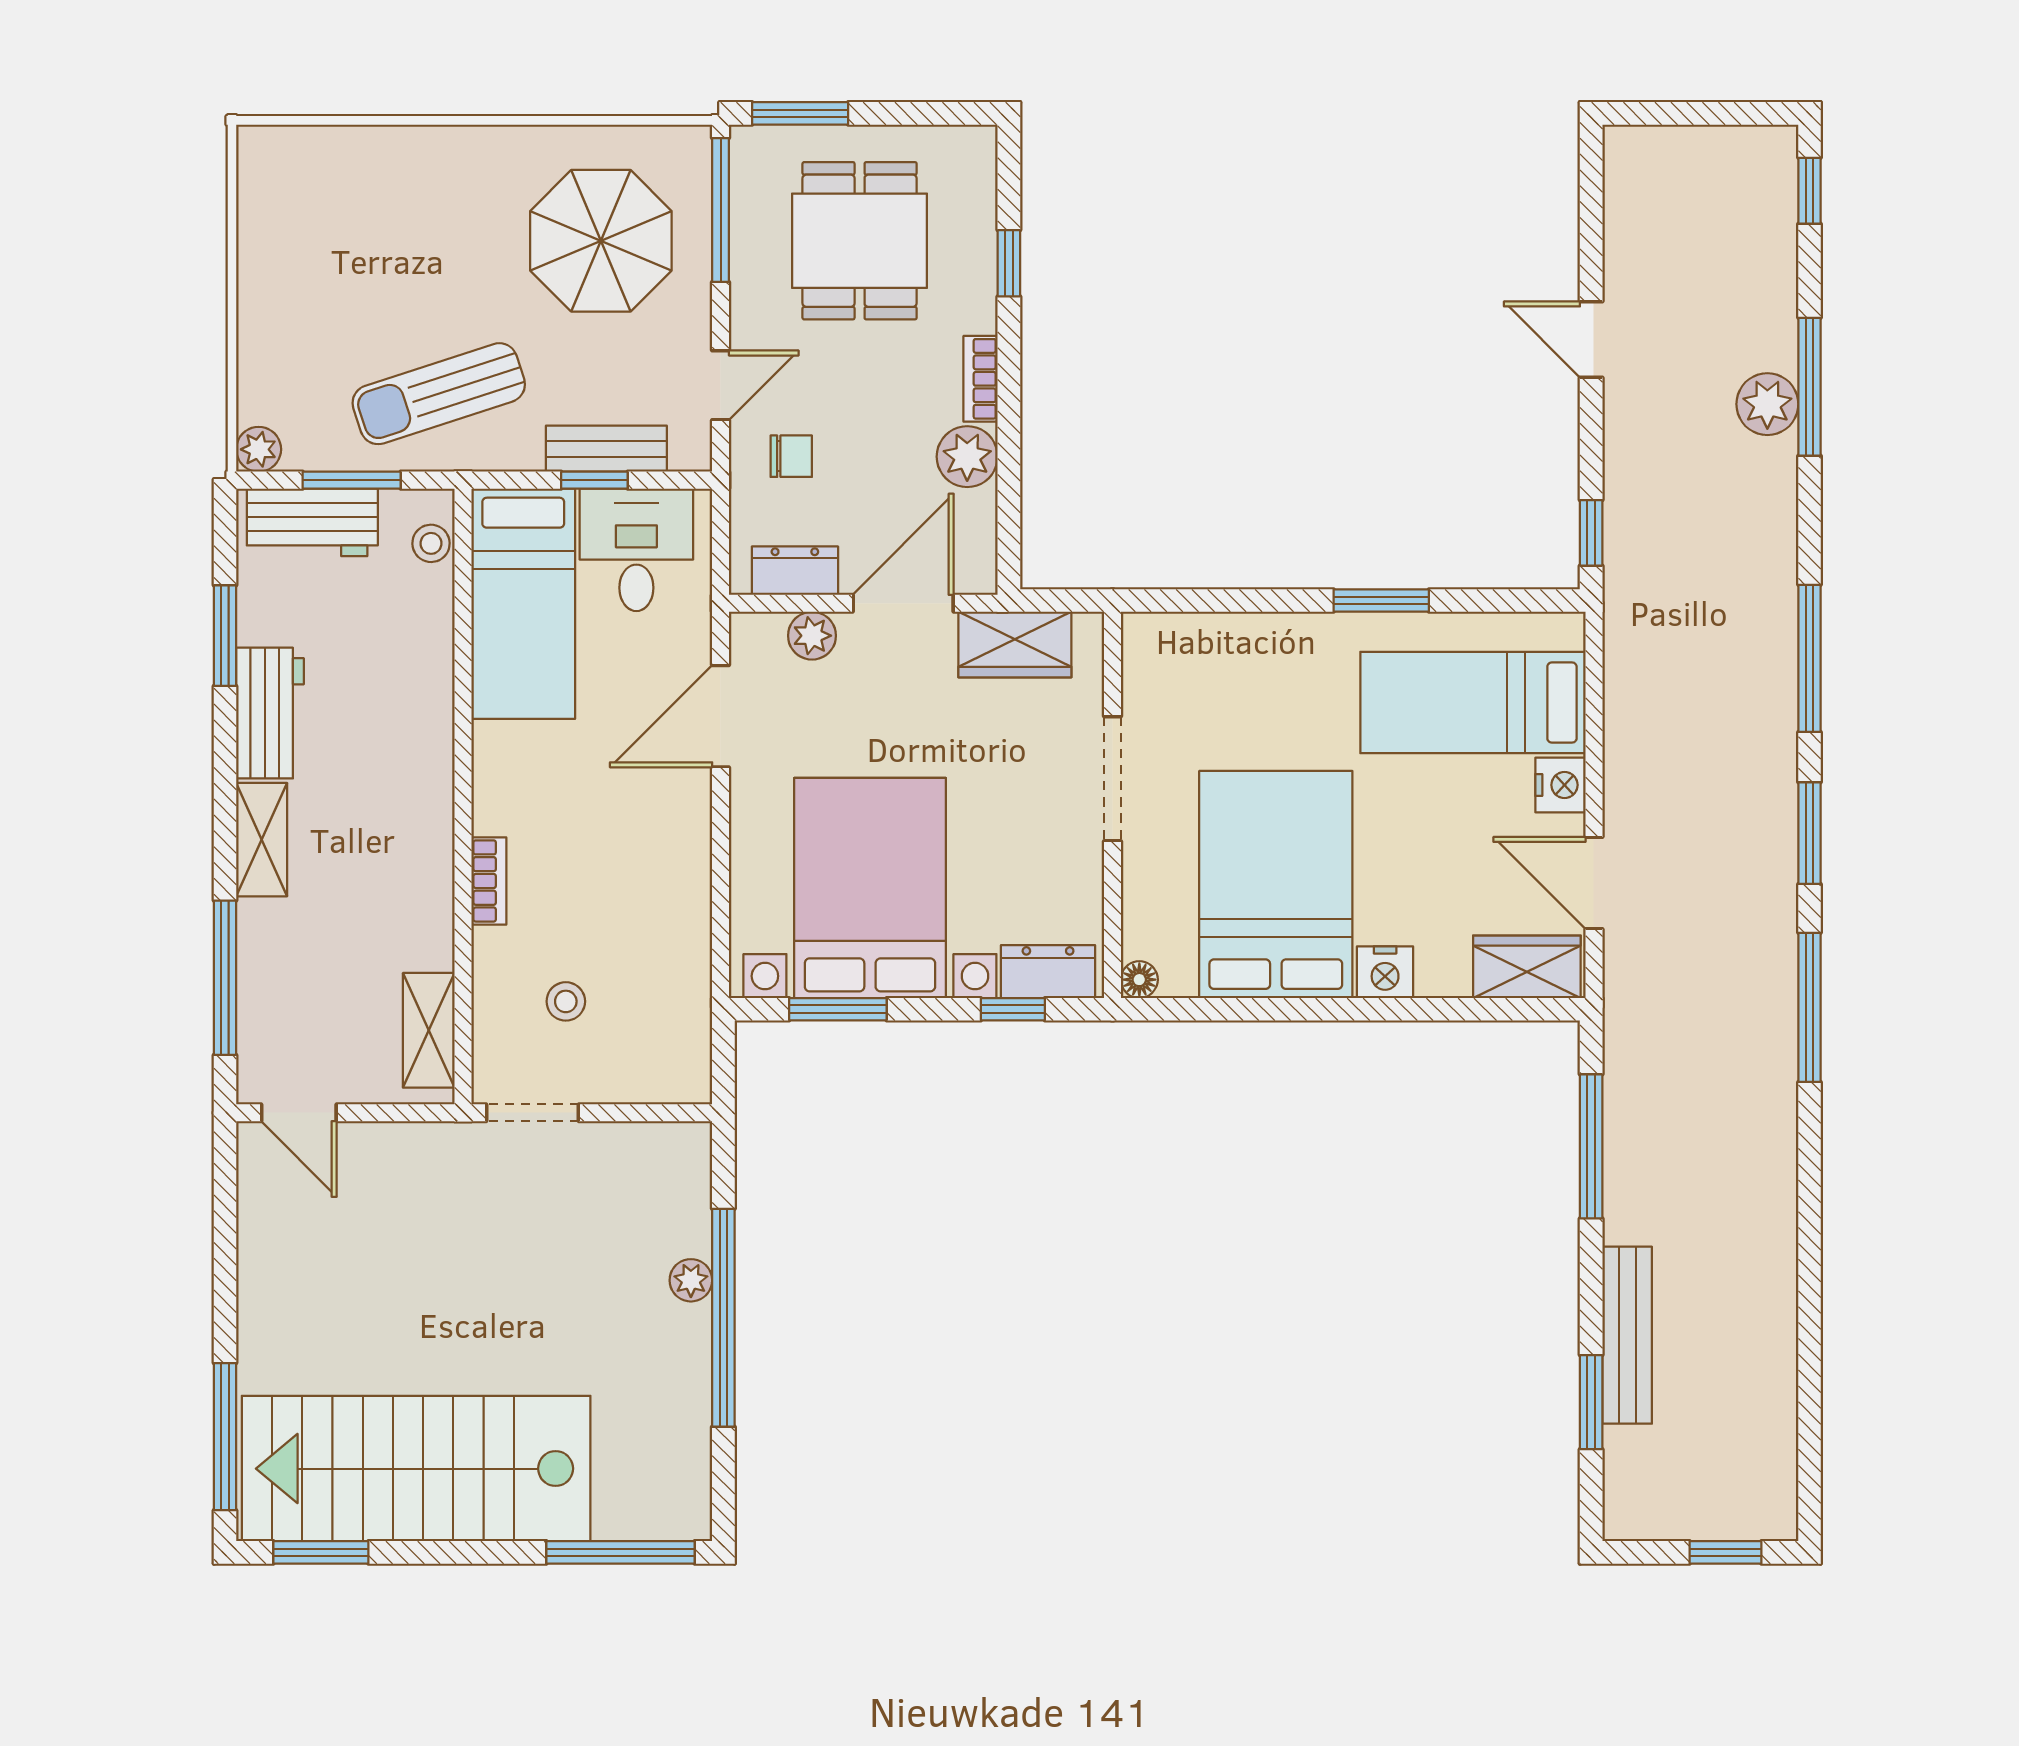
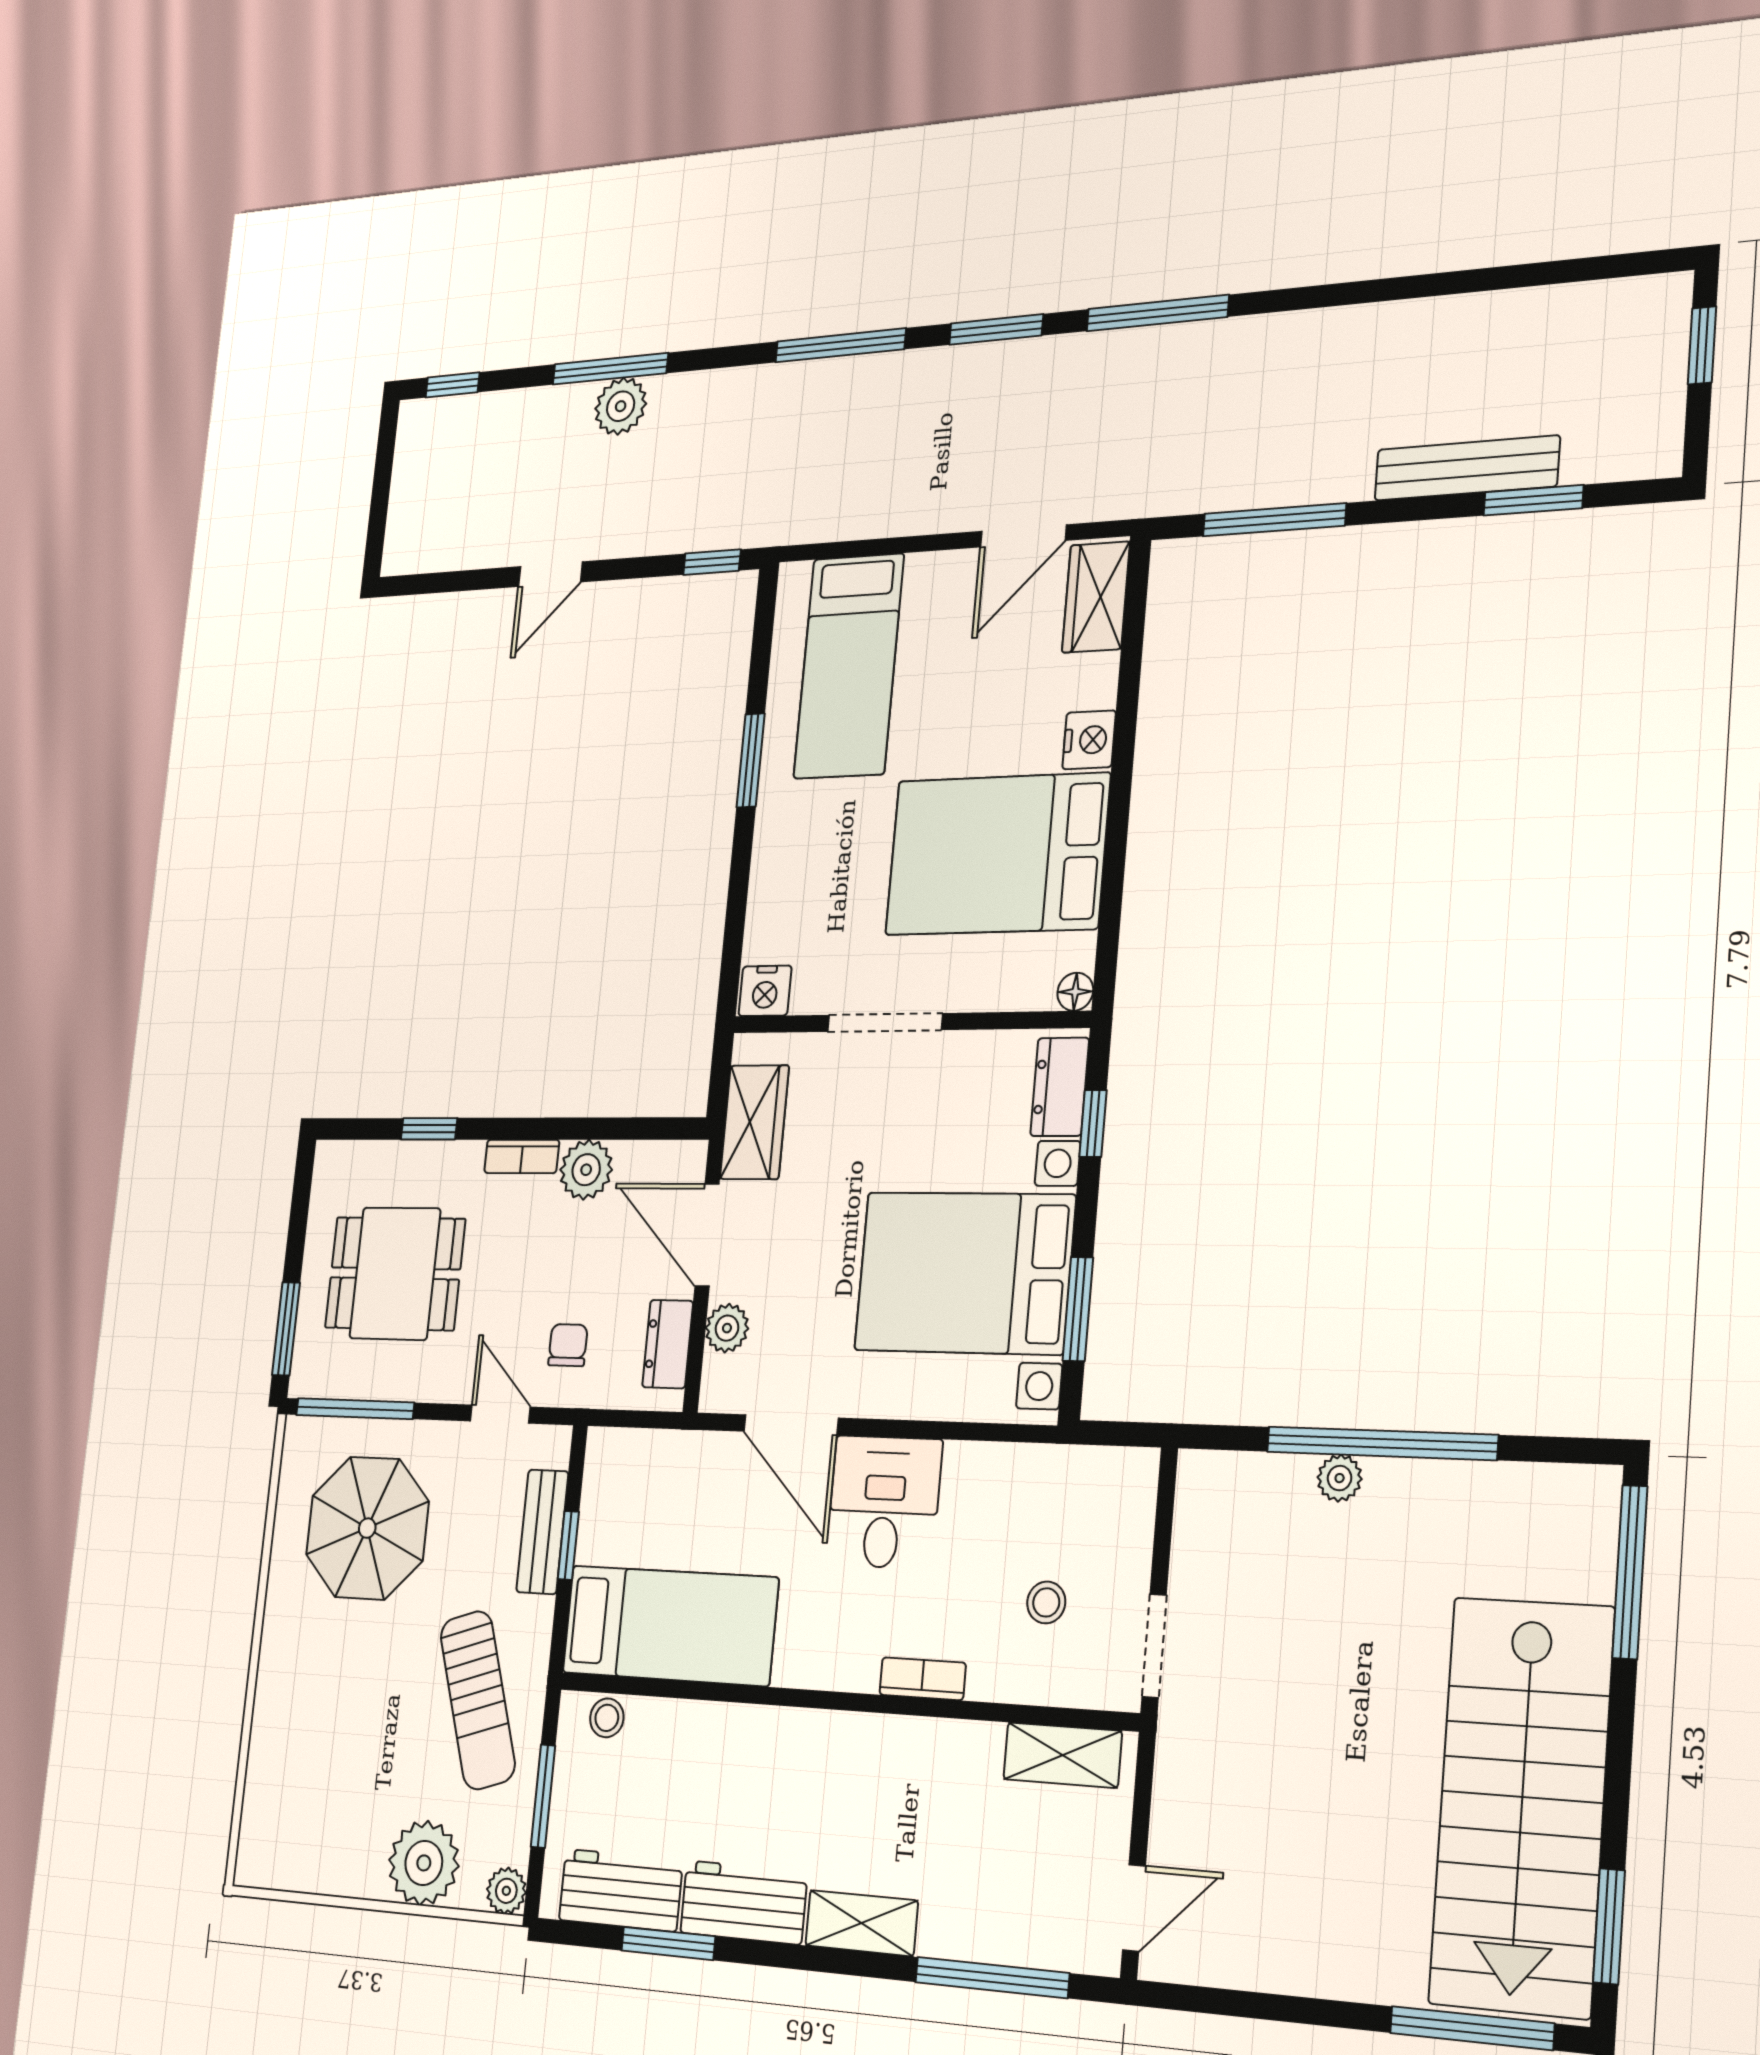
plant: (277, 351) -> (424, 1863), added
workbench: (312, 522) -> (621, 1890), moved, turned -90
desk: (636, 550) -> (884, 1502), moved, turned 90
nightstand: (1560, 785) -> (765, 991), moved, turned 180

